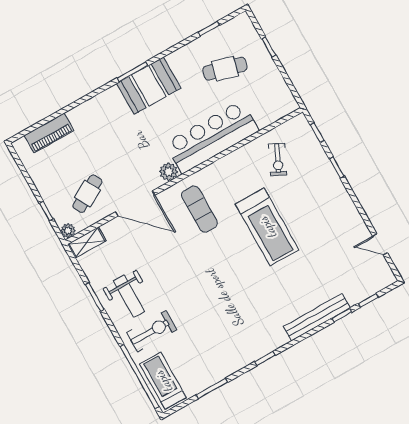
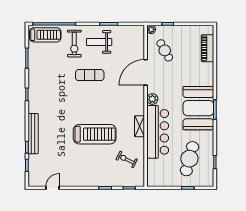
cafe table: (225, 69) -> (189, 159), width x1.37, depth x1.35
booth: (149, 86) -> (198, 108), width x1.36, depth x1.42
exercise mat: (199, 209) -> (90, 75), moved
treadmill: (267, 227) -> (95, 134), turned 180
shelving: (87, 242) -> (140, 126), moved

